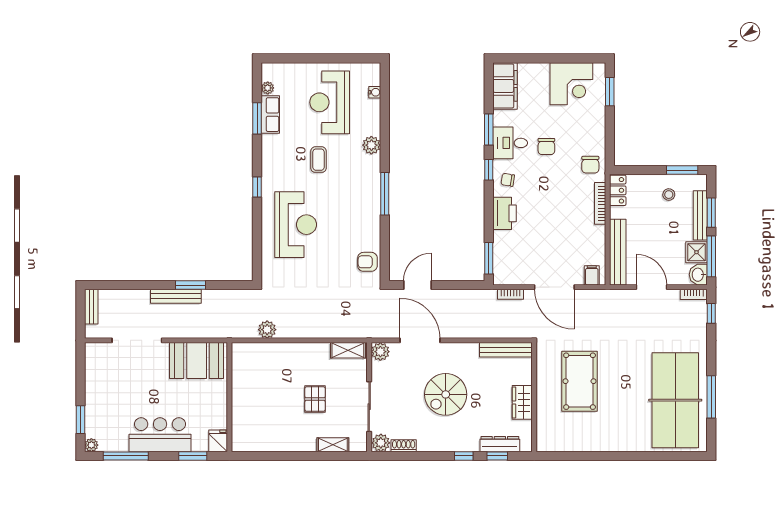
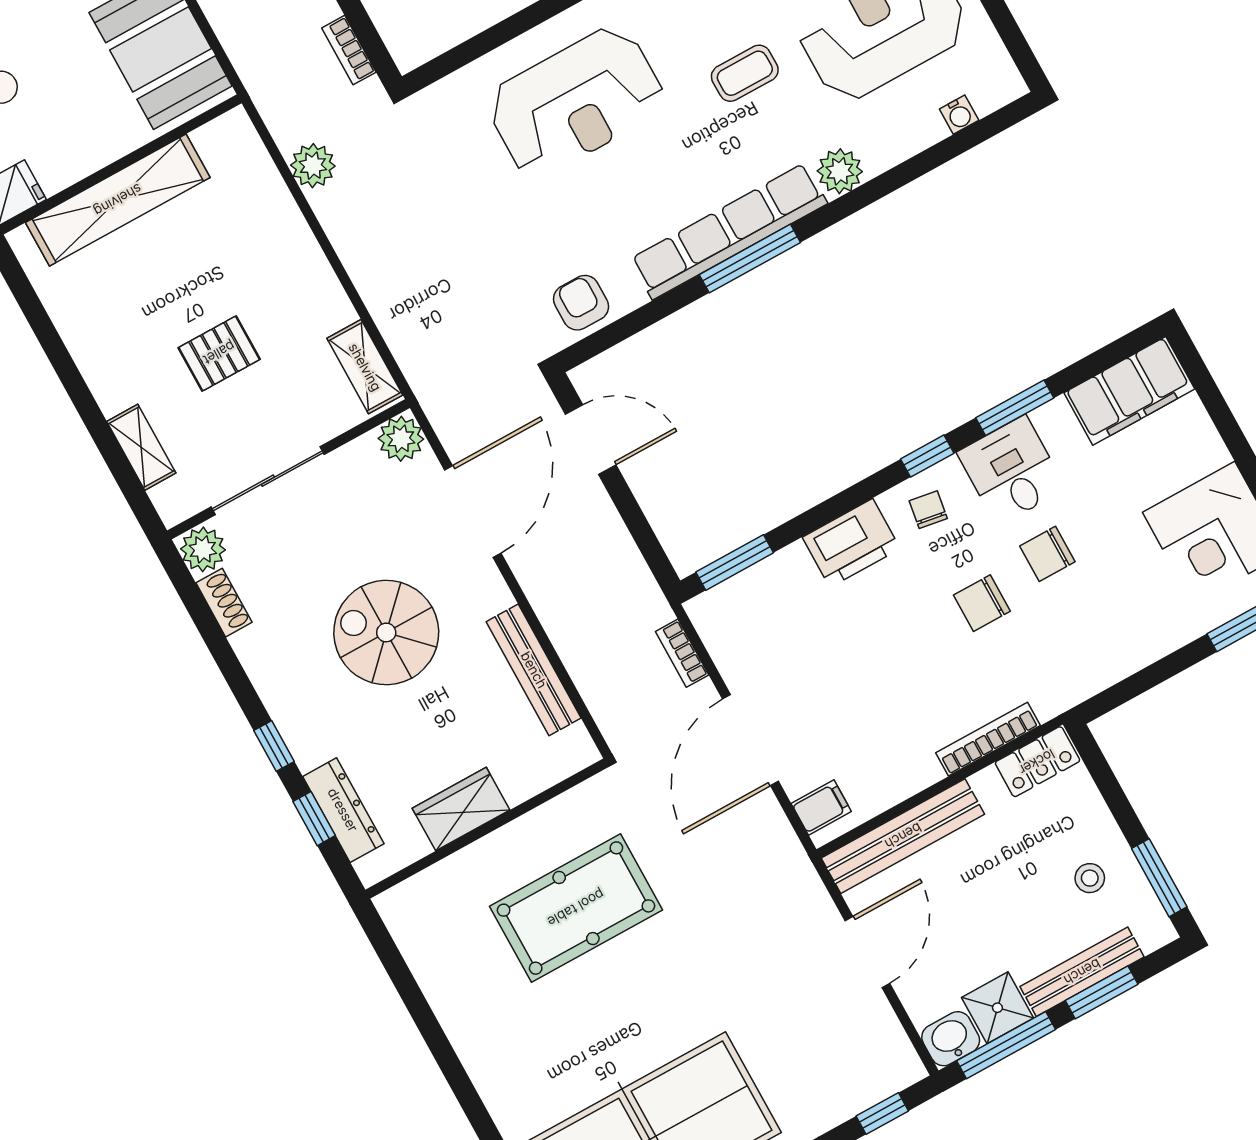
chair: (590, 165) -> (982, 603), moved
row of seats: (371, 196) -> (729, 231), added
bookcase: (694, 294) -> (349, 50), moved
bench: (506, 350) -> (534, 670), moved
shelving: (241, 405) -> (118, 200), added

